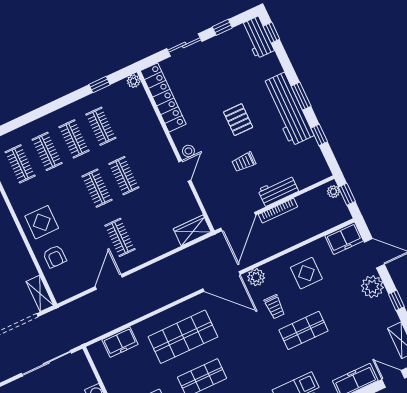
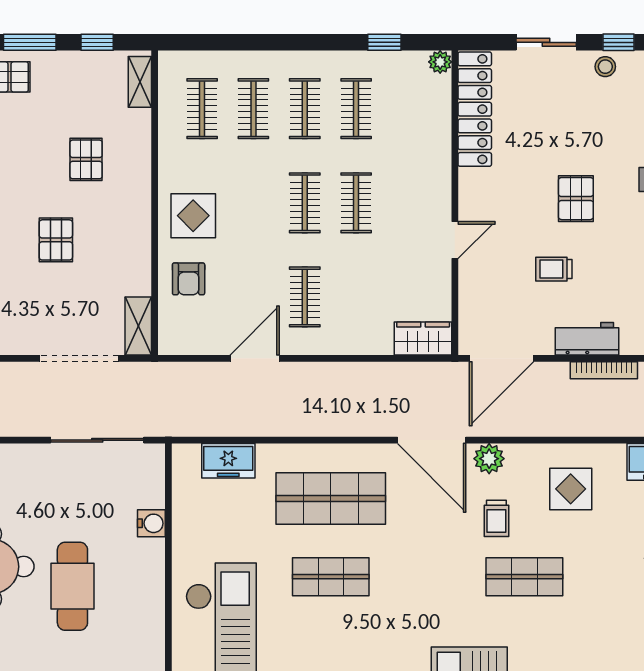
stool: (188, 151) -> (605, 67), moved
bookcase: (278, 211) -> (604, 370), moved

